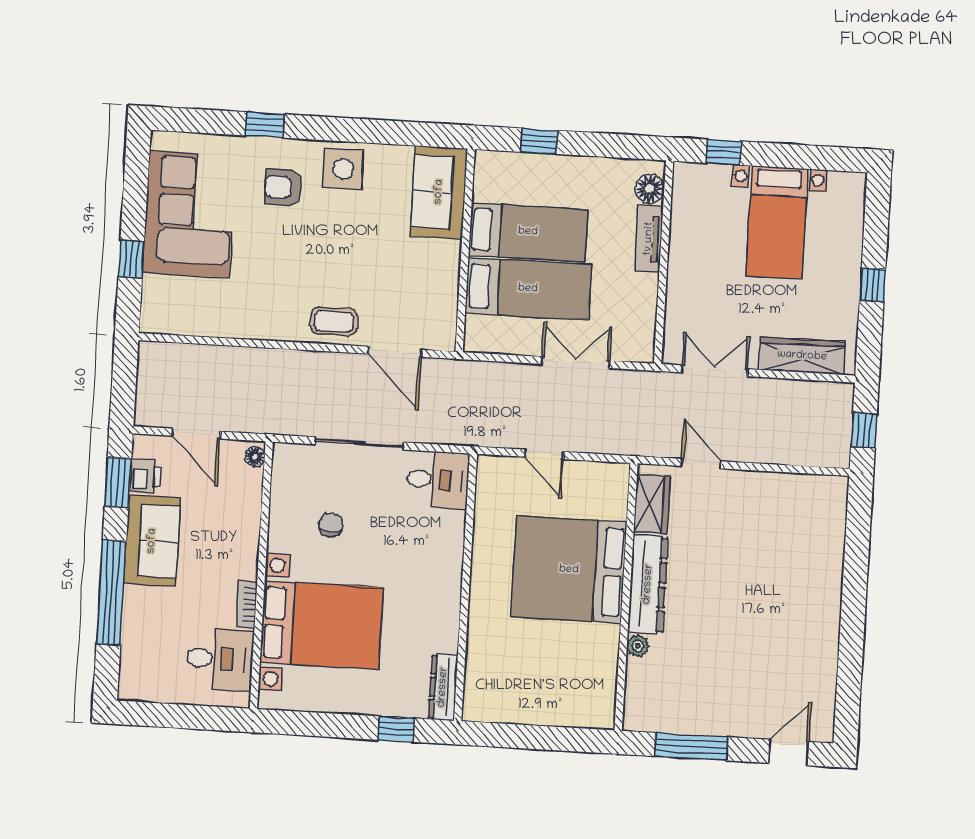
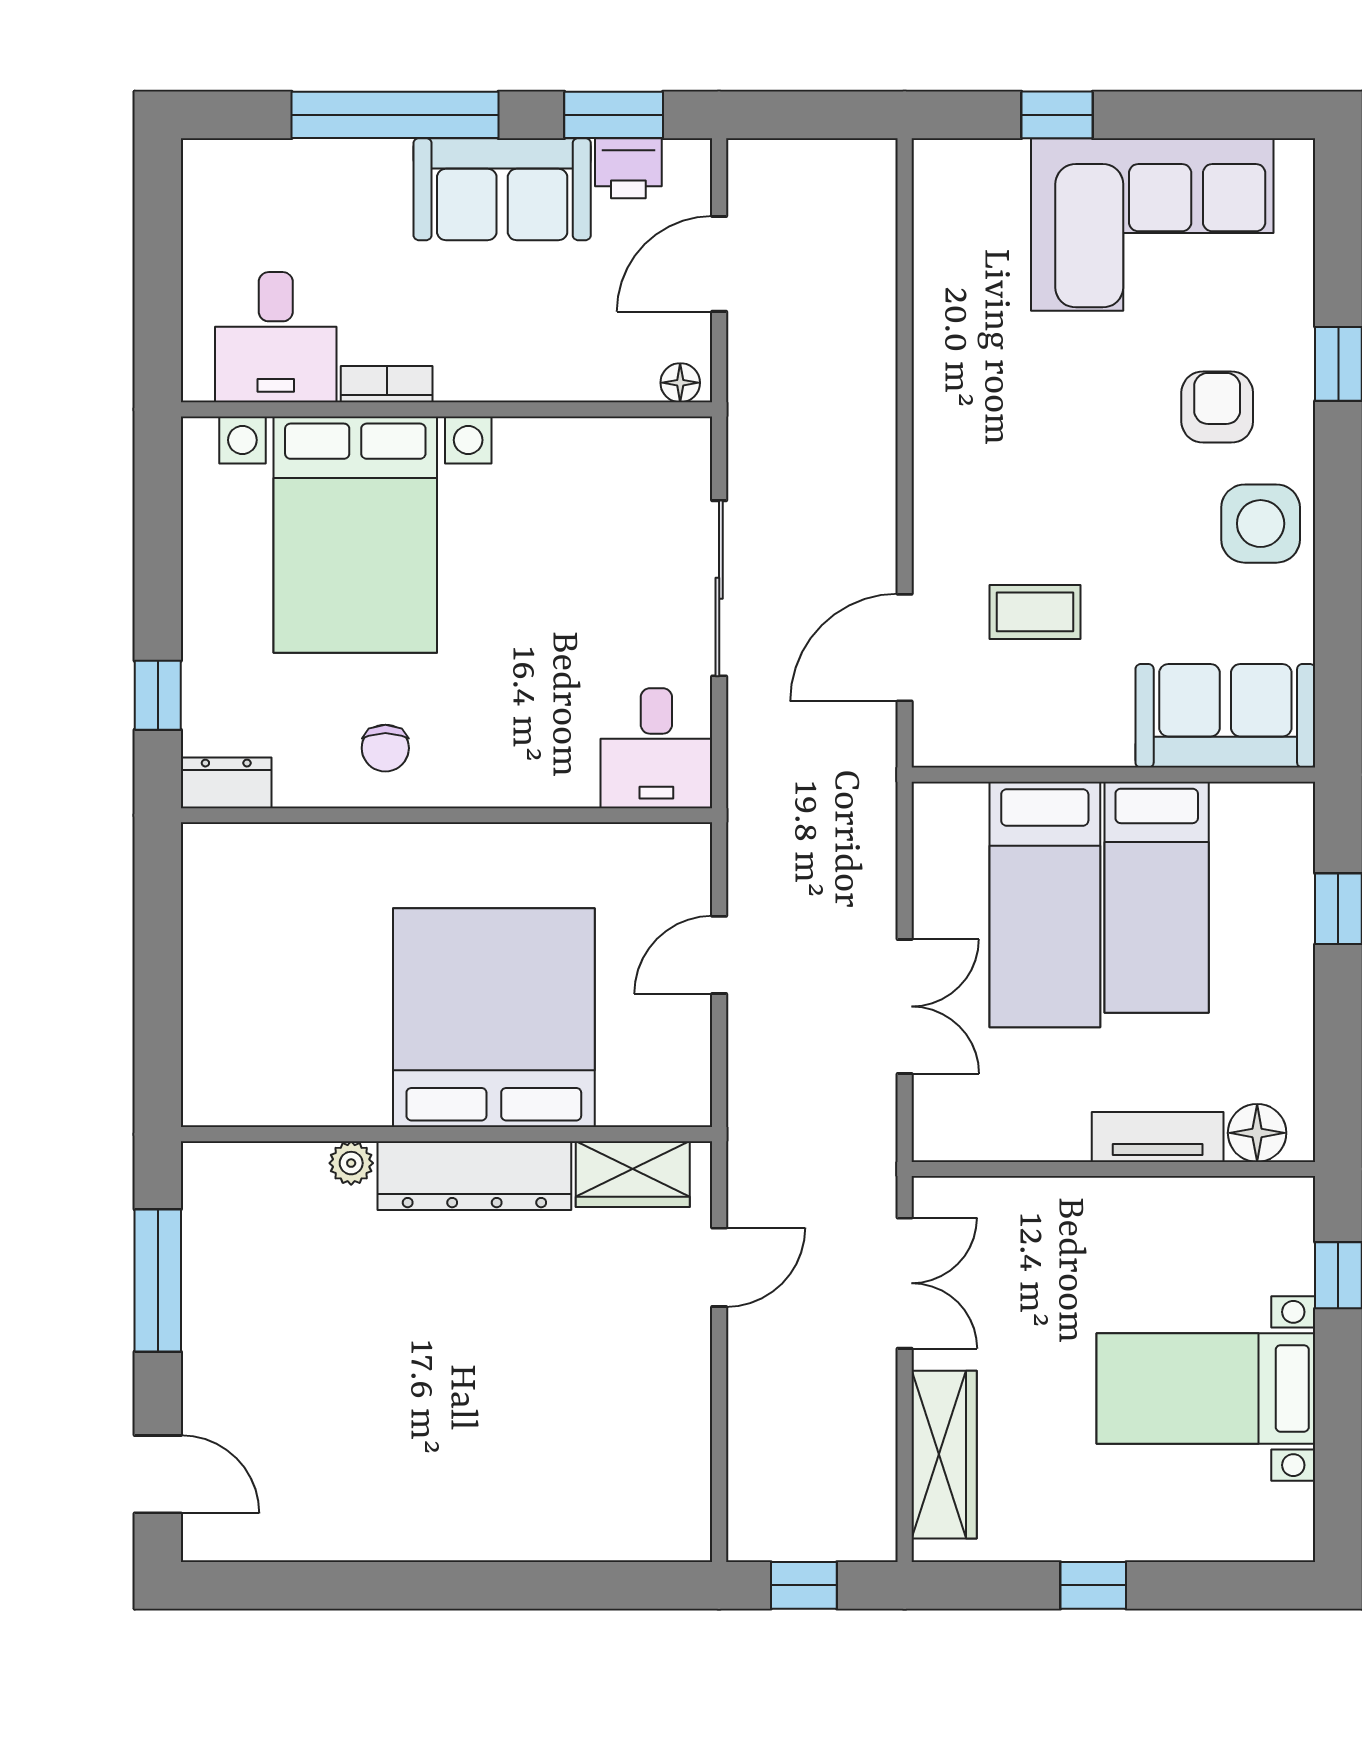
coffee table: (334, 321) -> (1035, 612), moved, turned 90
chair: (331, 525) -> (385, 748), moved, turned 90
dresser: (443, 687) -> (226, 783), width x0.70

